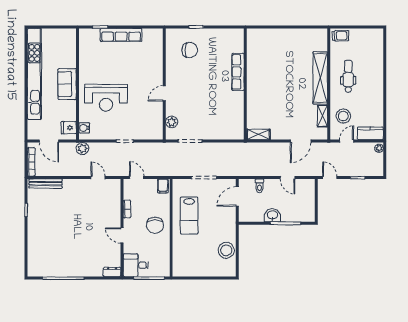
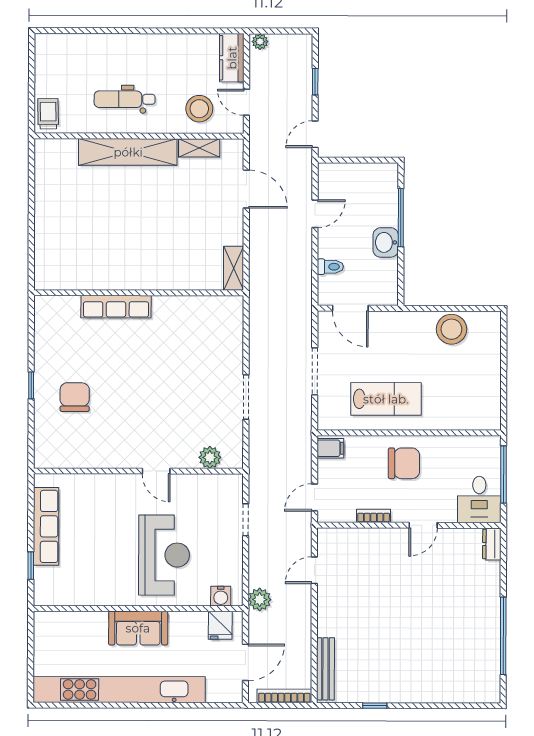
wall: (164, 84) -> (138, 471), moved
door: (164, 93) -> (156, 471), moved
plant: (172, 122) -> (210, 457), moved

